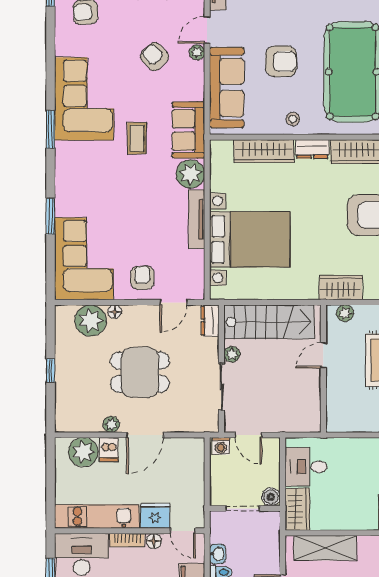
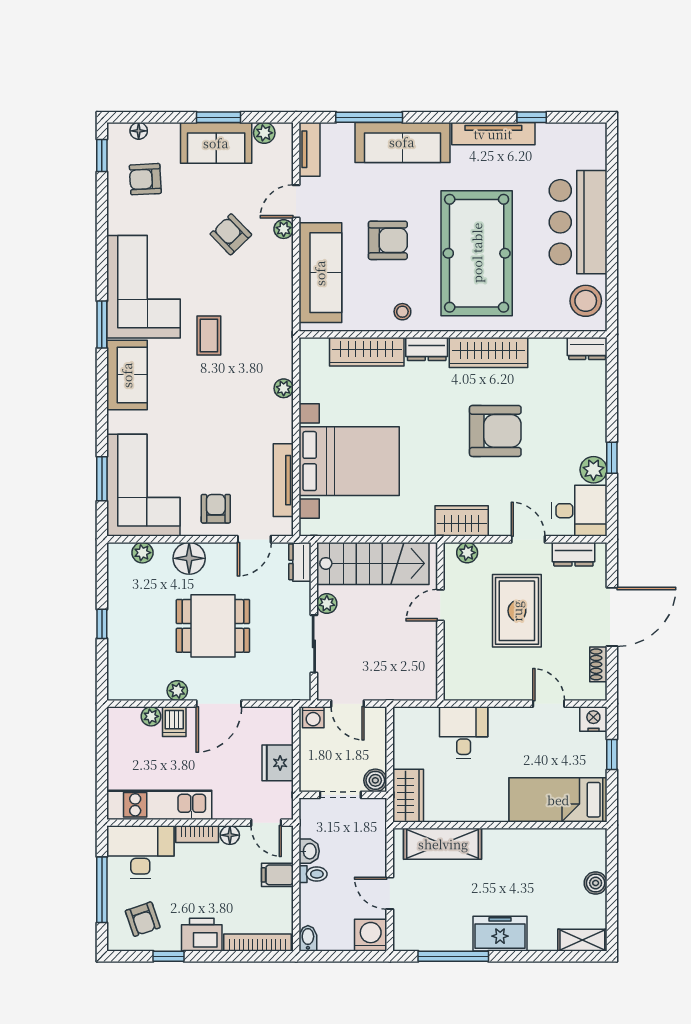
sofa: (188, 130) -> (127, 375), moved, turned 180
plant: (190, 174) -> (284, 388), width x0.53, depth x0.53
window: (50, 216) -> (102, 479), moved
tv unit: (197, 219) -> (283, 480), moved
floor lamp: (115, 312) -> (189, 558), width x1.89, depth x1.89
plant: (91, 321) -> (142, 553), width x0.53, depth x0.53
plant: (83, 452) -> (151, 716), width x0.53, depth x0.53
desk: (306, 467) -> (464, 733), moved, turned 90
fridge: (155, 516) -> (278, 763), moved, turned -90

